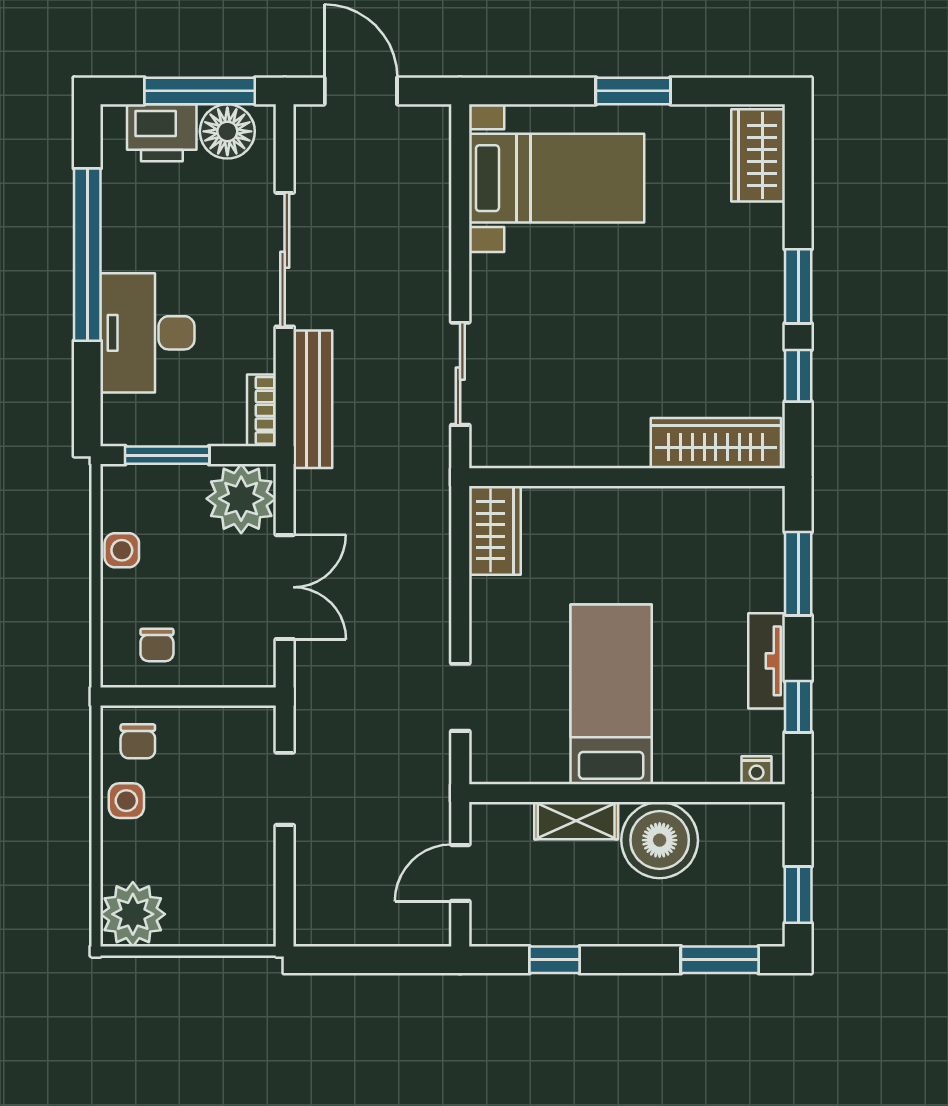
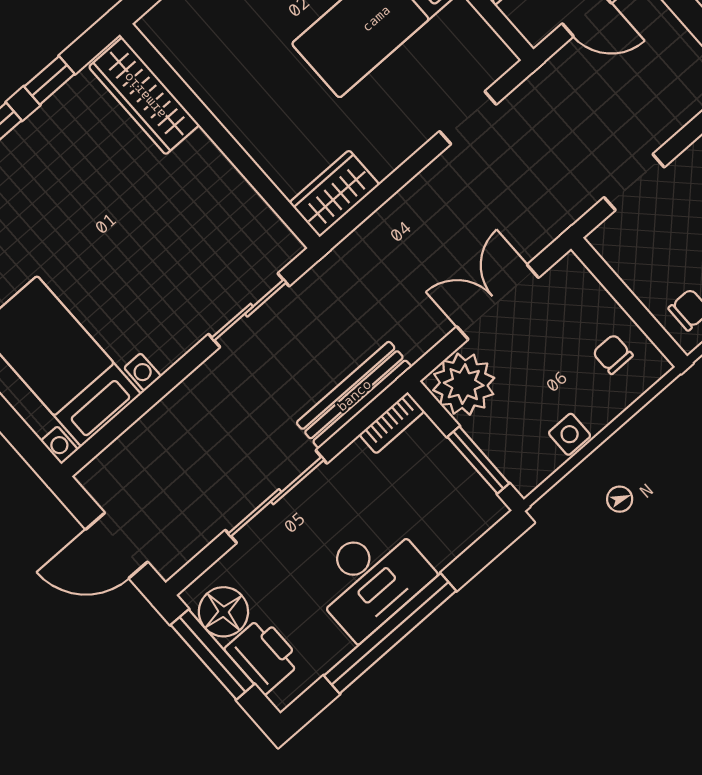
door: (361, 91) -> (117, 546), hinge flipped
desk: (147, 333) -> (371, 578), moved
chair: (157, 645) -> (613, 354), turned -90

